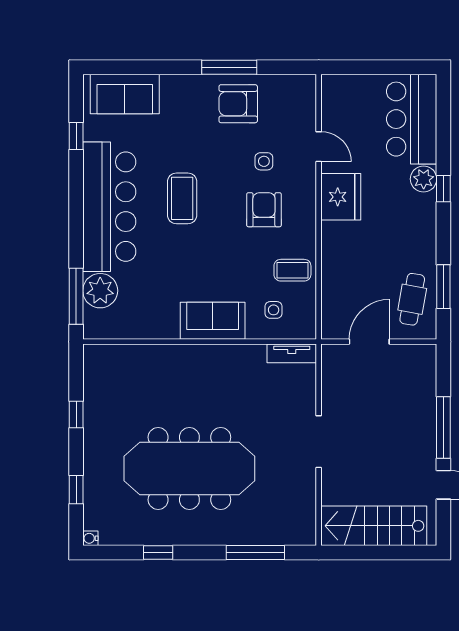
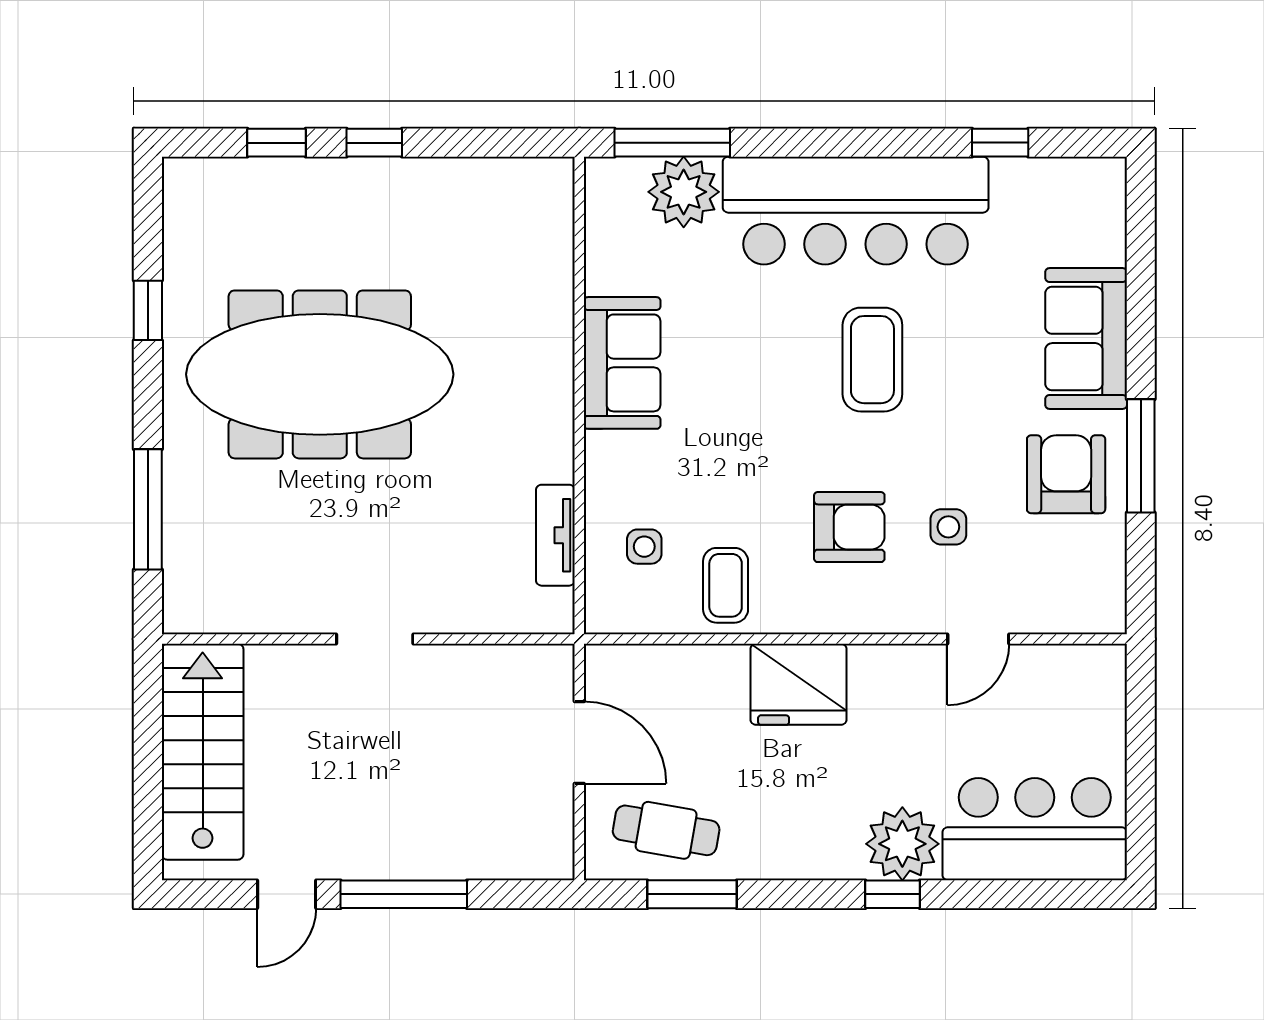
sofa: (125, 94) -> (1086, 338), moved
plant: (424, 179) -> (902, 844), width x1.36, depth x1.36
fridge: (341, 197) -> (798, 684), moved
coffee table: (182, 198) -> (872, 360), turned 90
sofa: (213, 321) -> (622, 363), moved
tv unit: (292, 353) -> (555, 535), moved
window: (76, 415) -> (374, 143), moved
doorway: (319, 442) -> (375, 639), width x0.73
meeting table: (189, 469) -> (320, 374), turned 90
water cooler: (90, 538) -> (177, 172), removed

